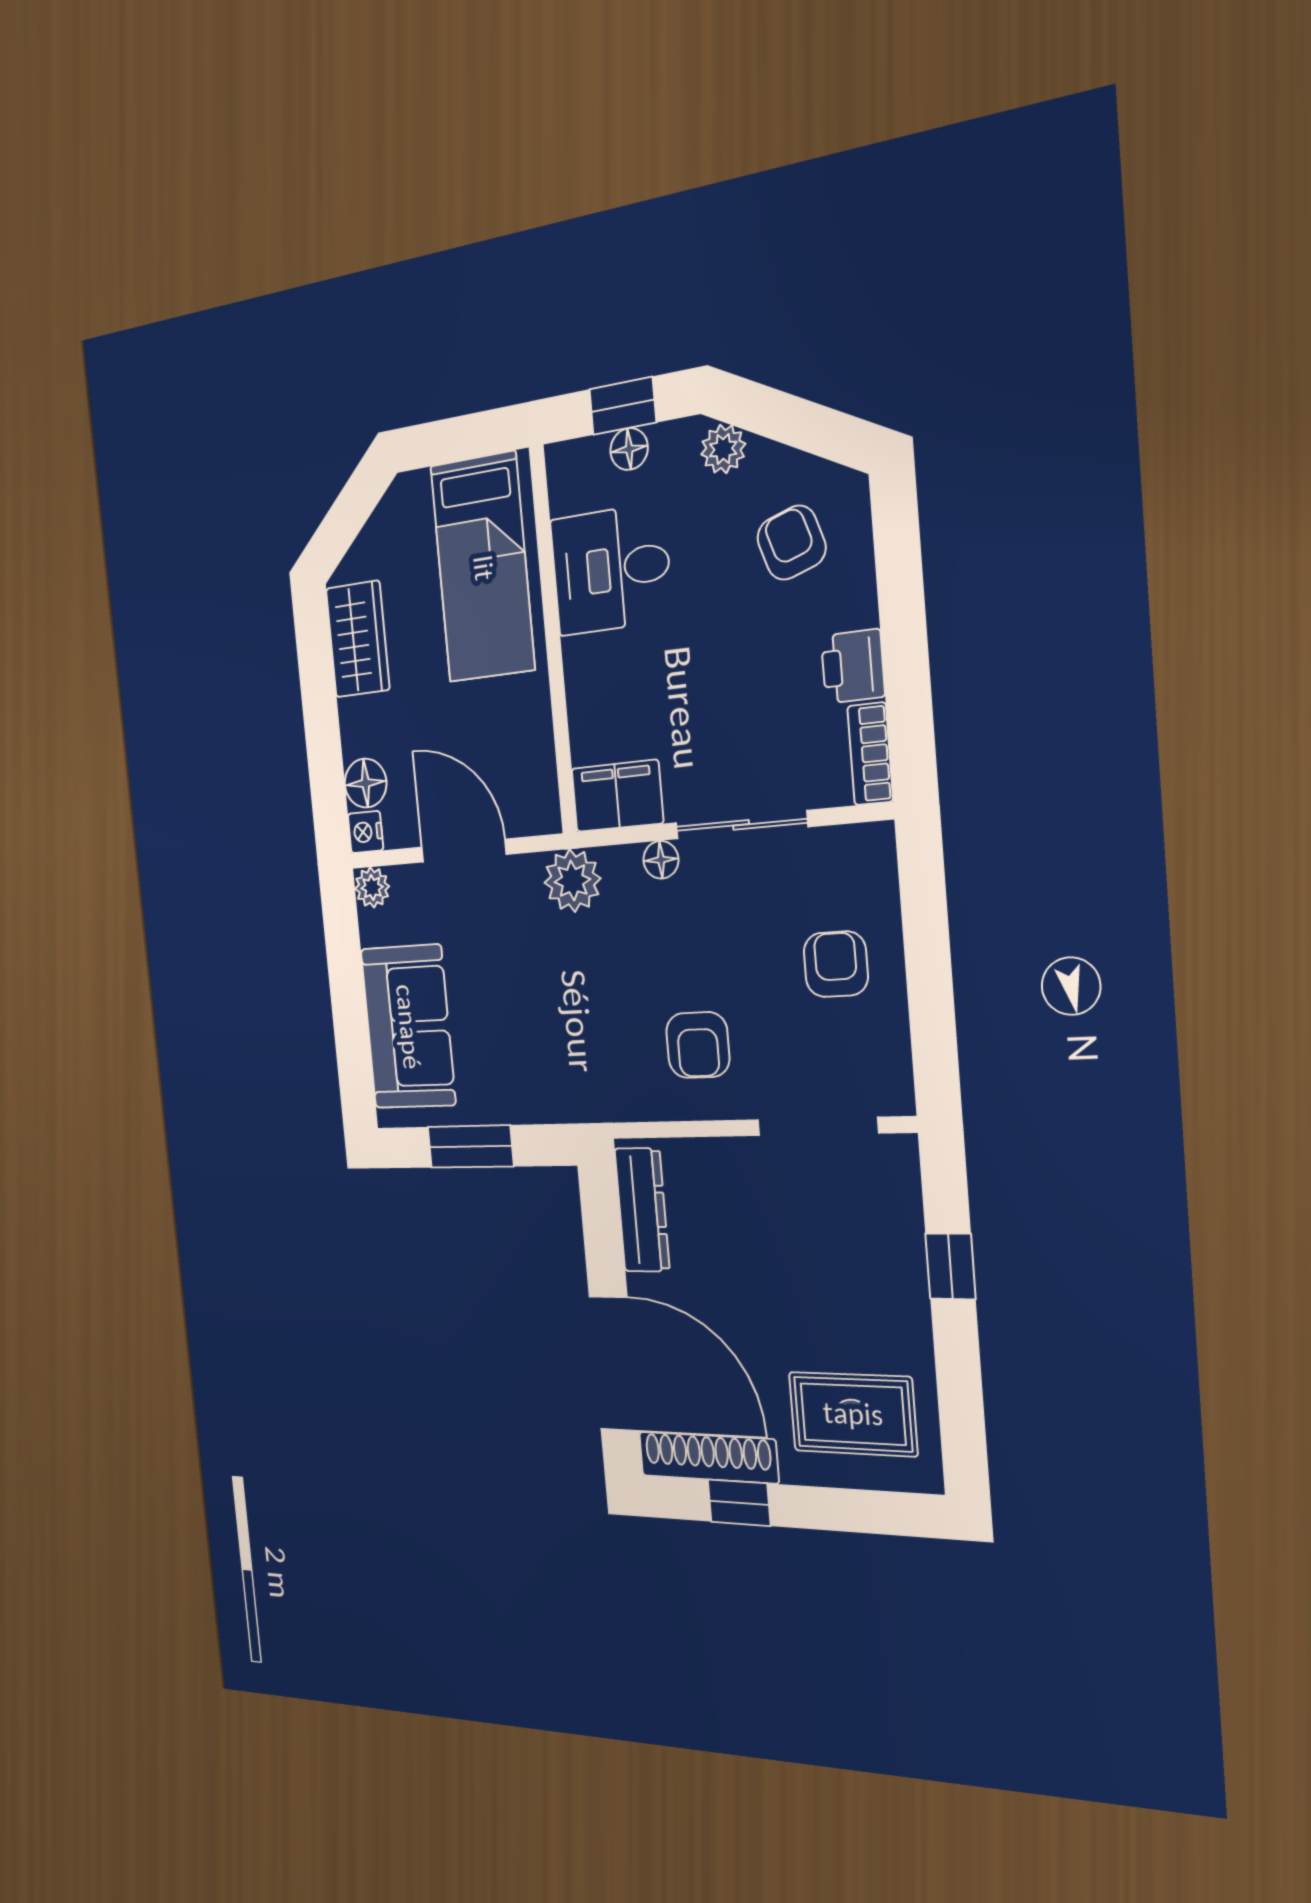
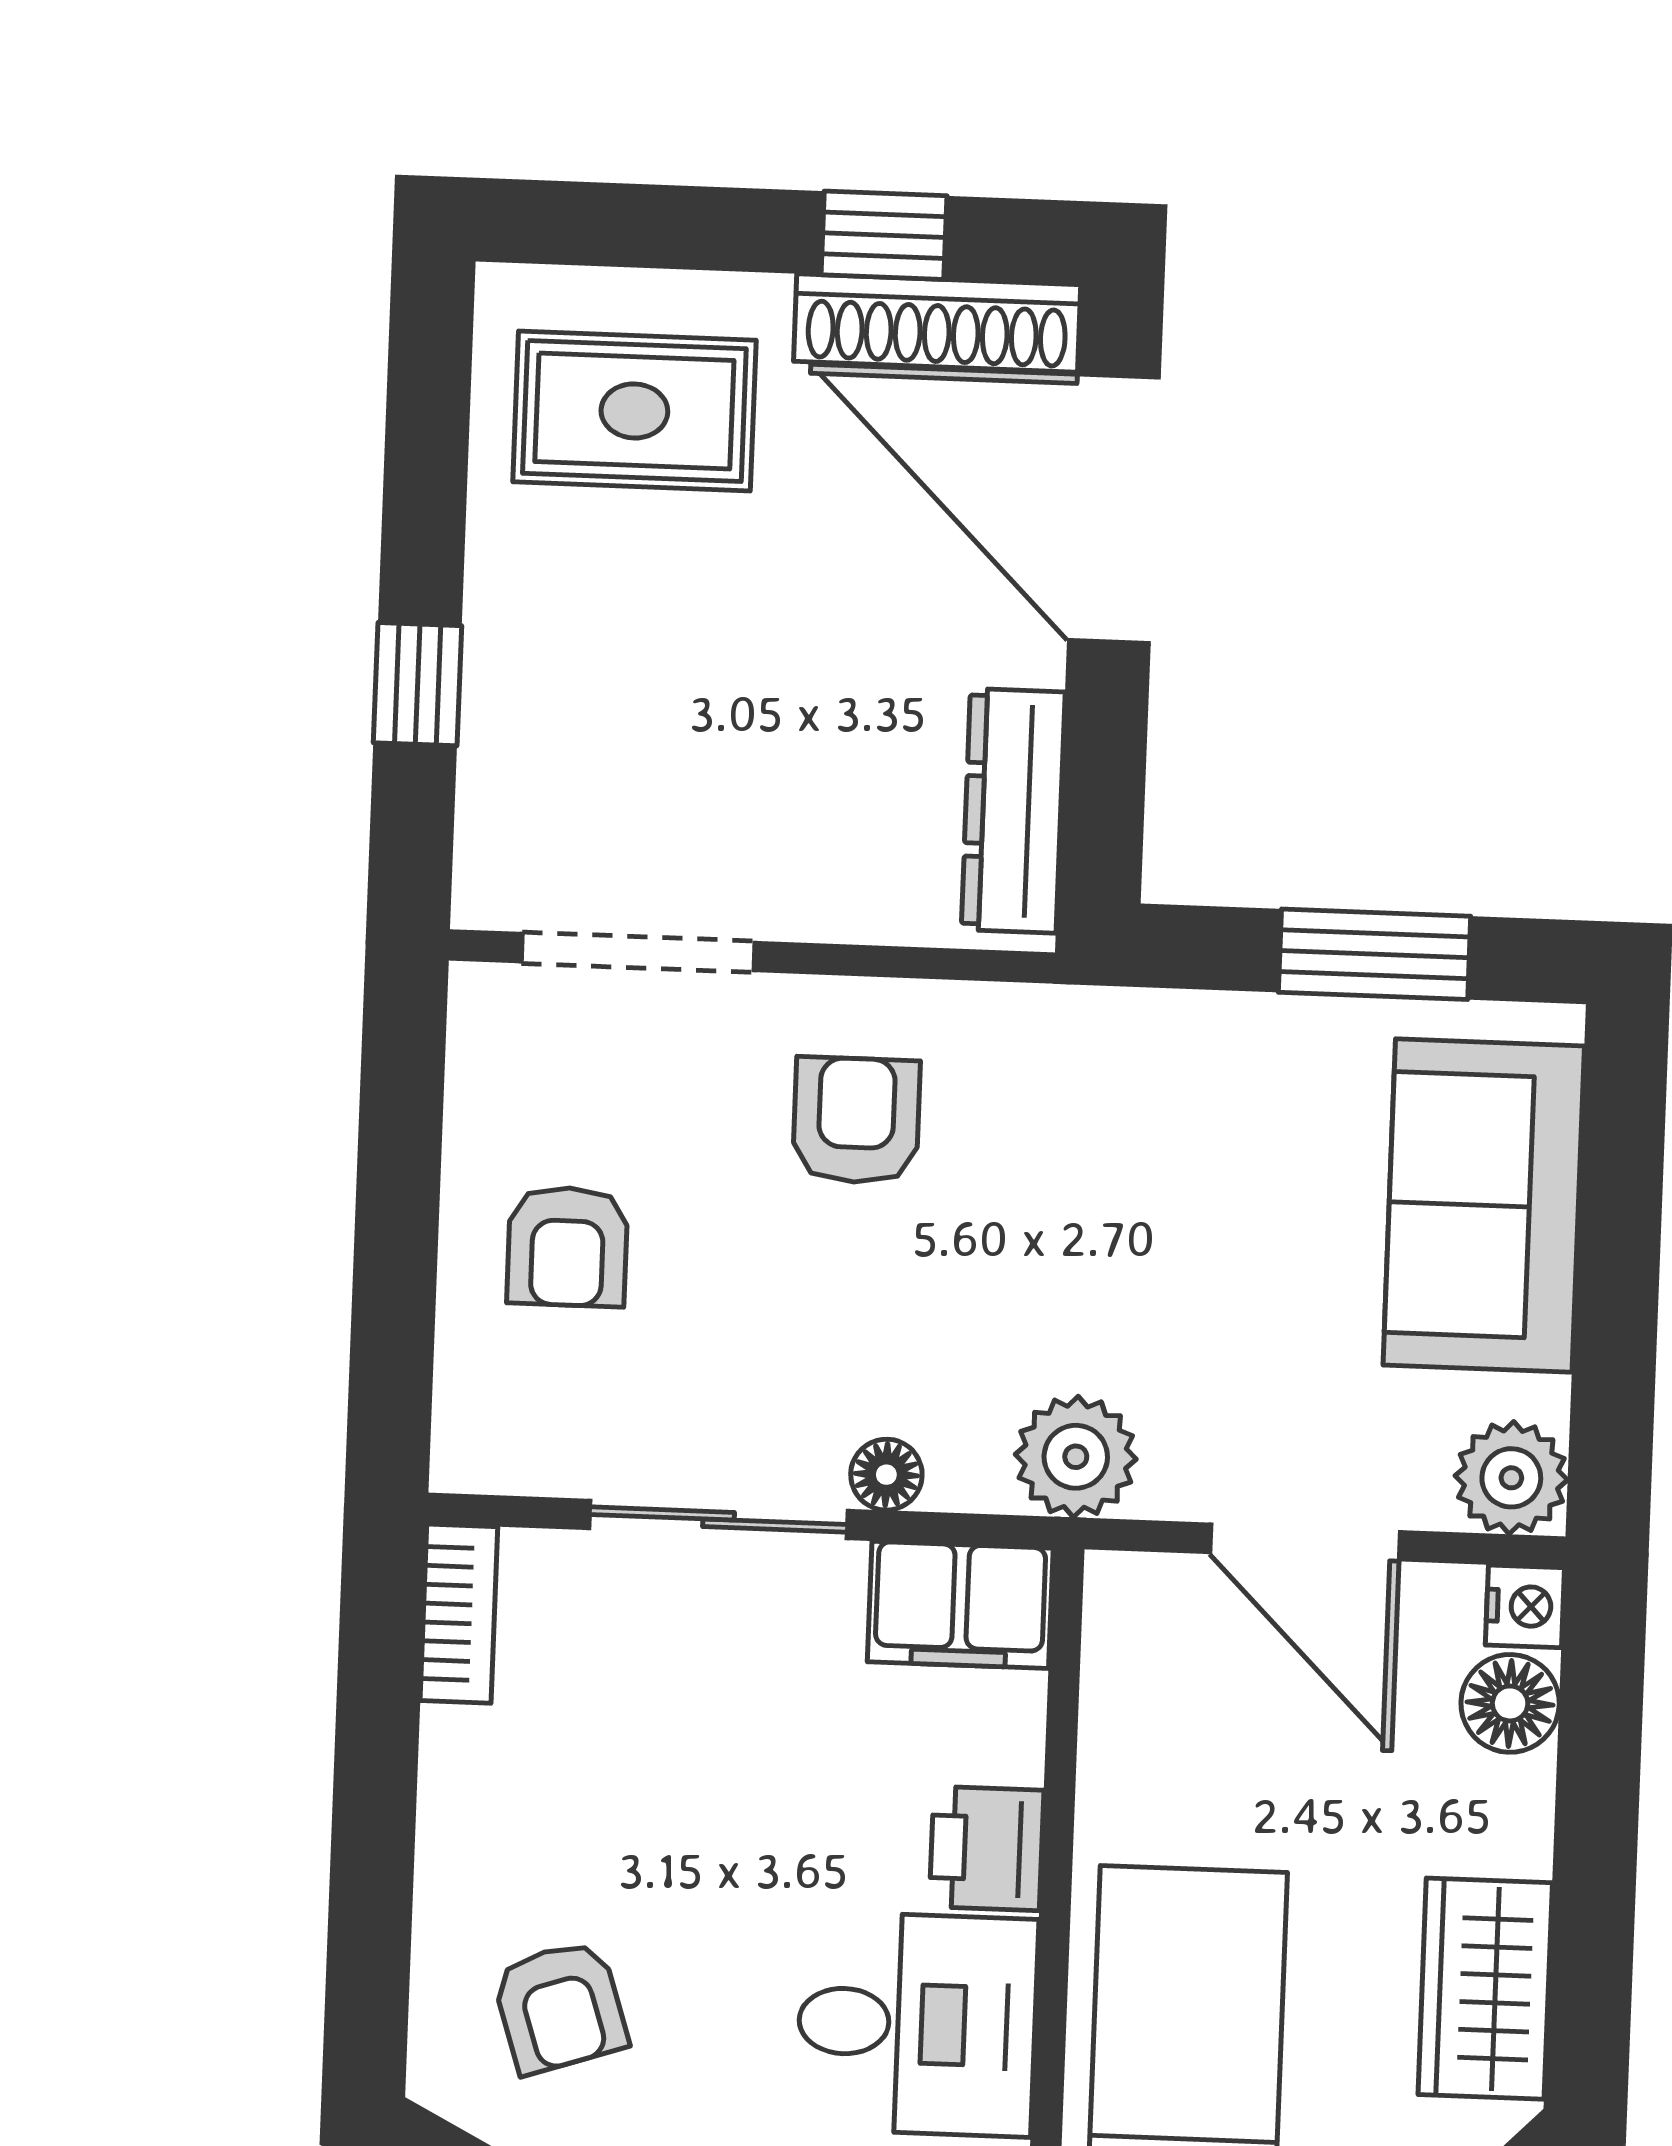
printer: (853, 666) -> (987, 1848), moved, turned 180
plant: (372, 887) -> (1511, 1478), width x1.38, depth x1.38

